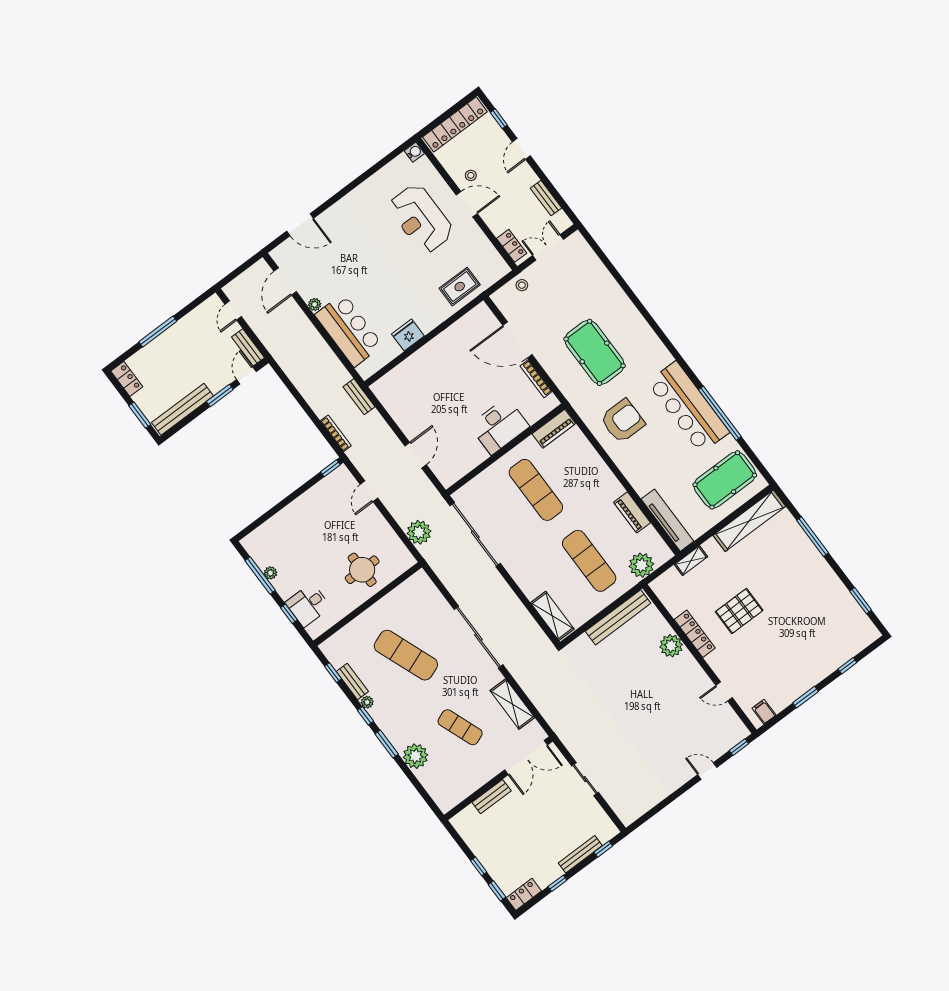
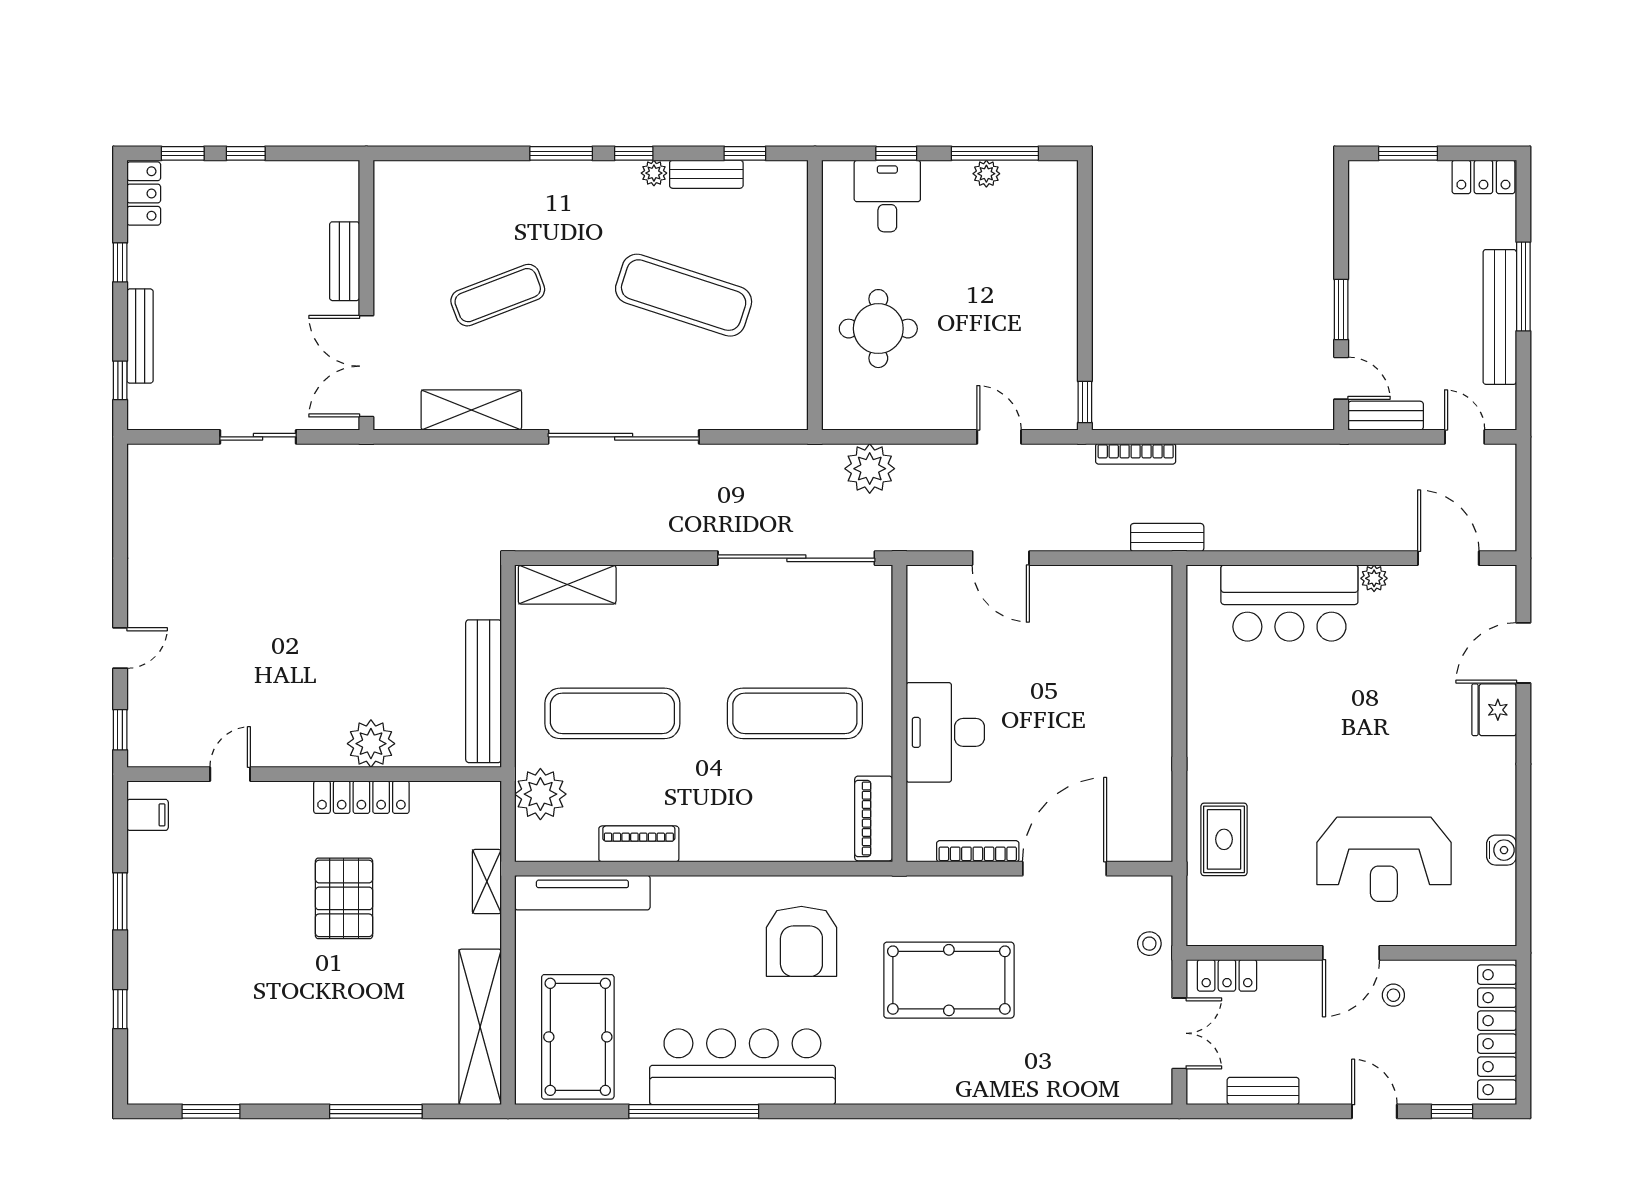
water cooler: (414, 152) -> (1502, 850), moved, turned -90
reception desk: (421, 219) -> (1384, 859), turned 180
fridge: (408, 335) -> (1494, 710), moved, turned 180
bench: (182, 409) -> (1500, 317), moved
exercise mat: (406, 655) -> (684, 295), turned 39
plant: (415, 756) -> (505, 186), removed

